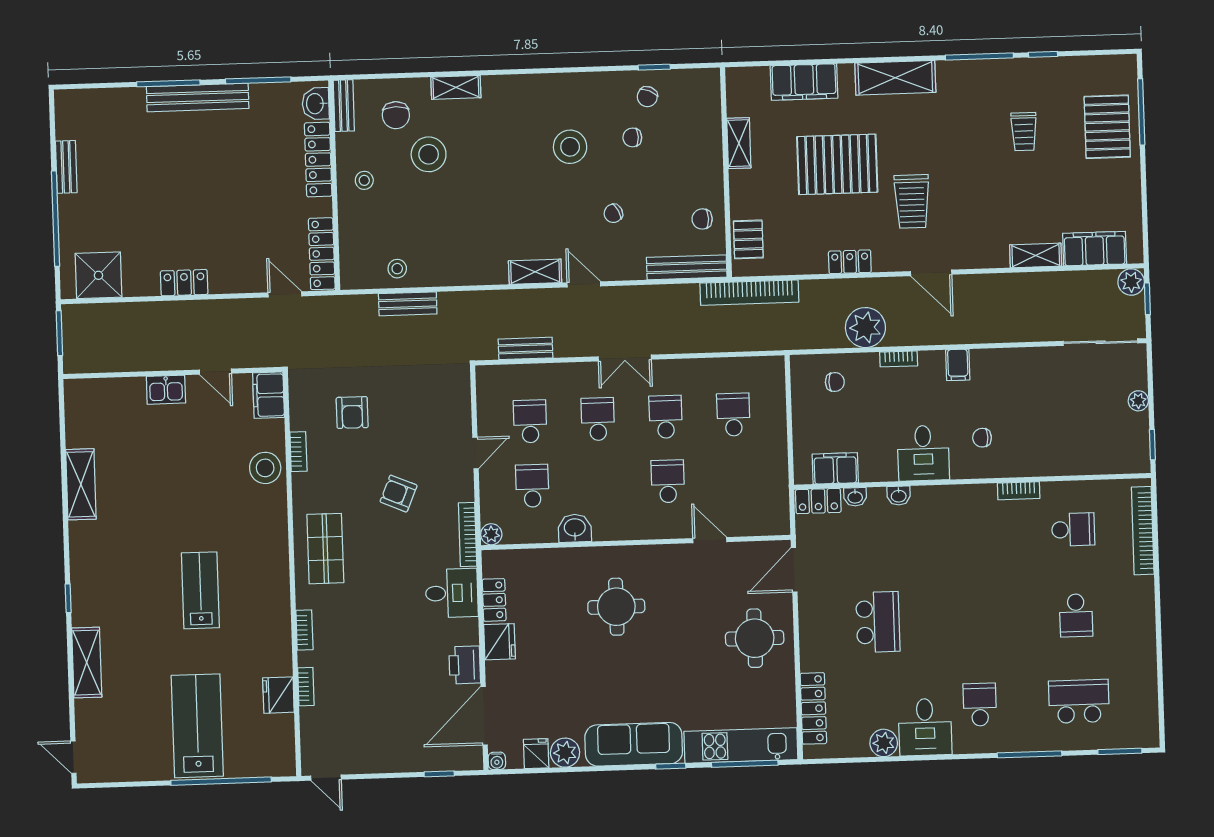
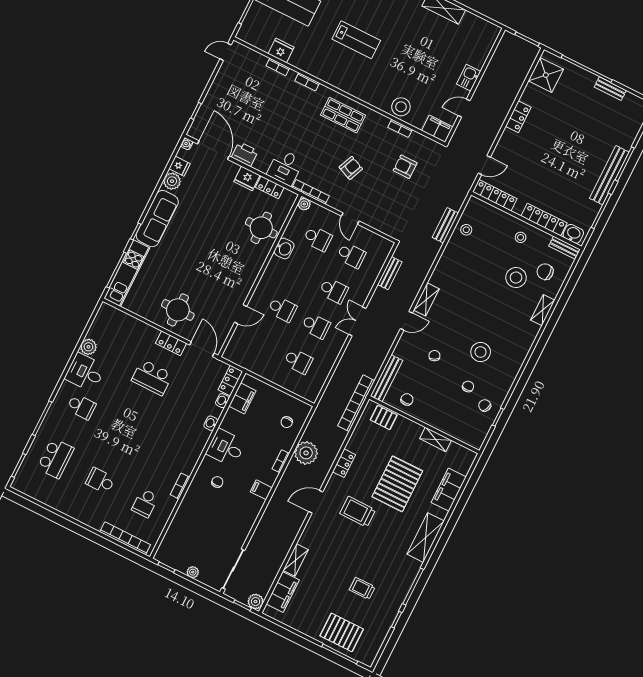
round table: (616, 607) -> (261, 228), moved
locker: (813, 708) -> (171, 343), moved, width x0.66

